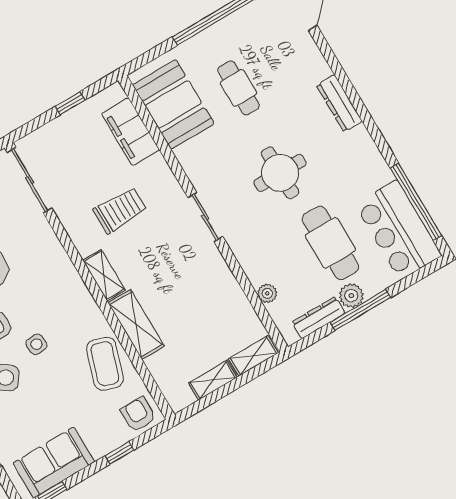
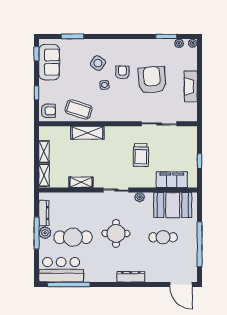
sliding door: (30, 180) -> (159, 124), moved
shelving: (104, 275) -> (81, 182), moved
plant: (267, 293) -> (140, 197), moved

